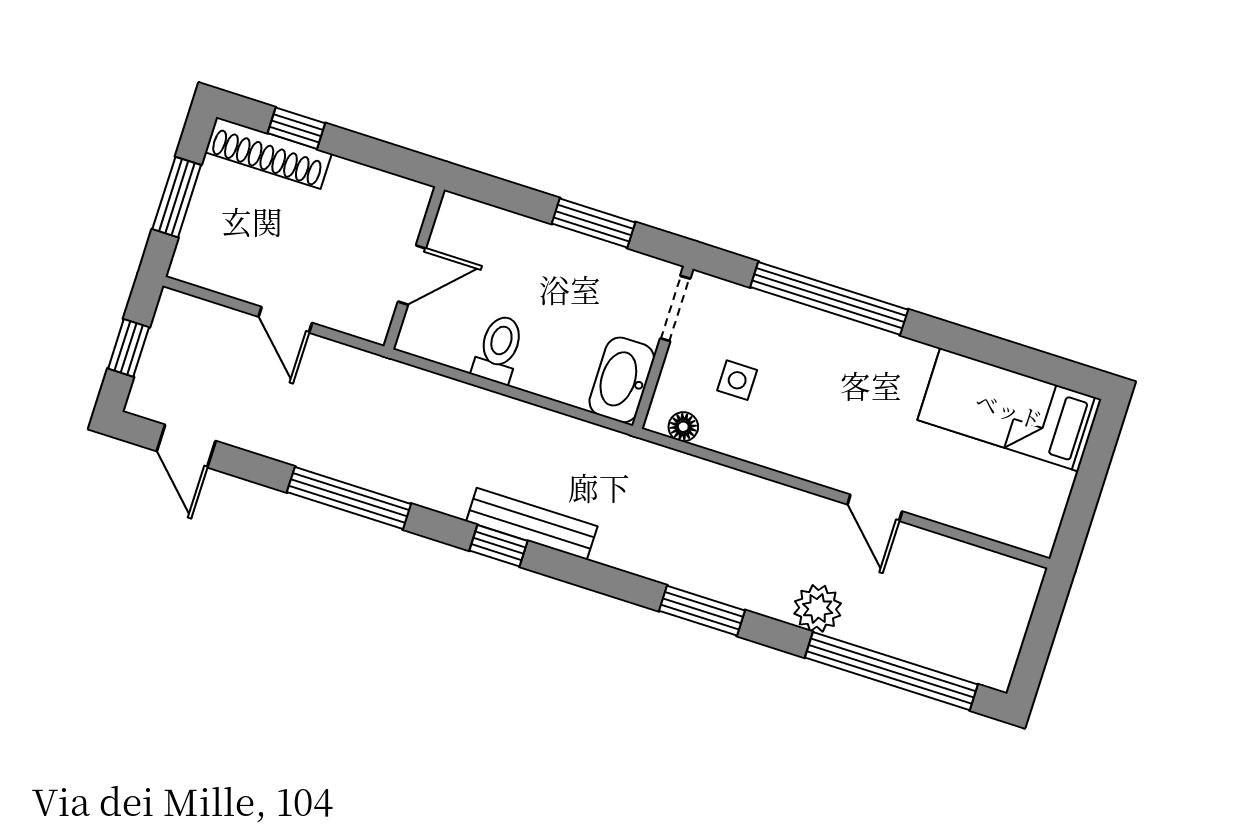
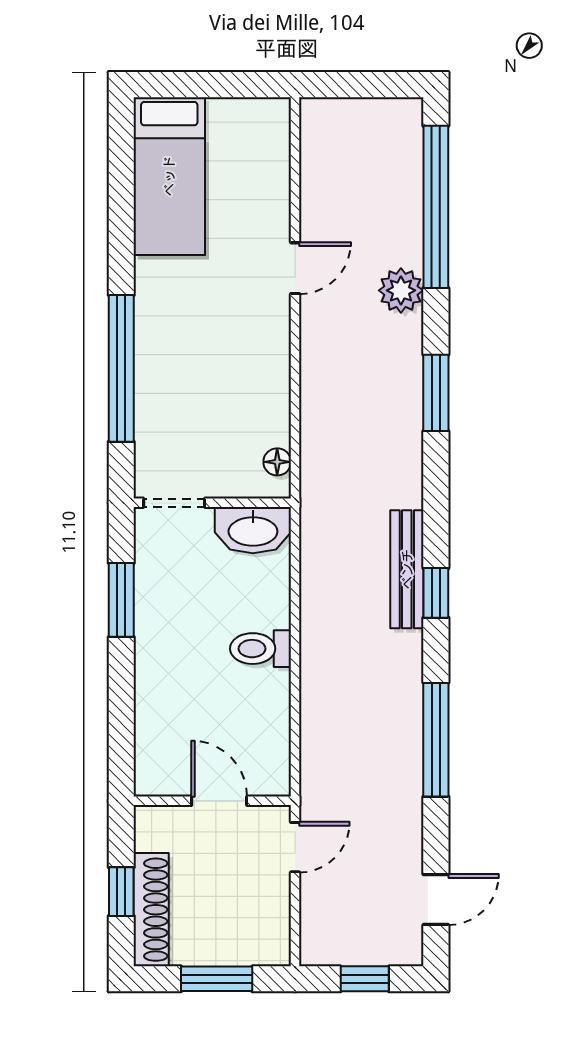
wall: (414, 268) -> (212, 801), moved
door: (412, 275) -> (219, 801), moved
side table: (737, 380) -> (220, 427), removed

